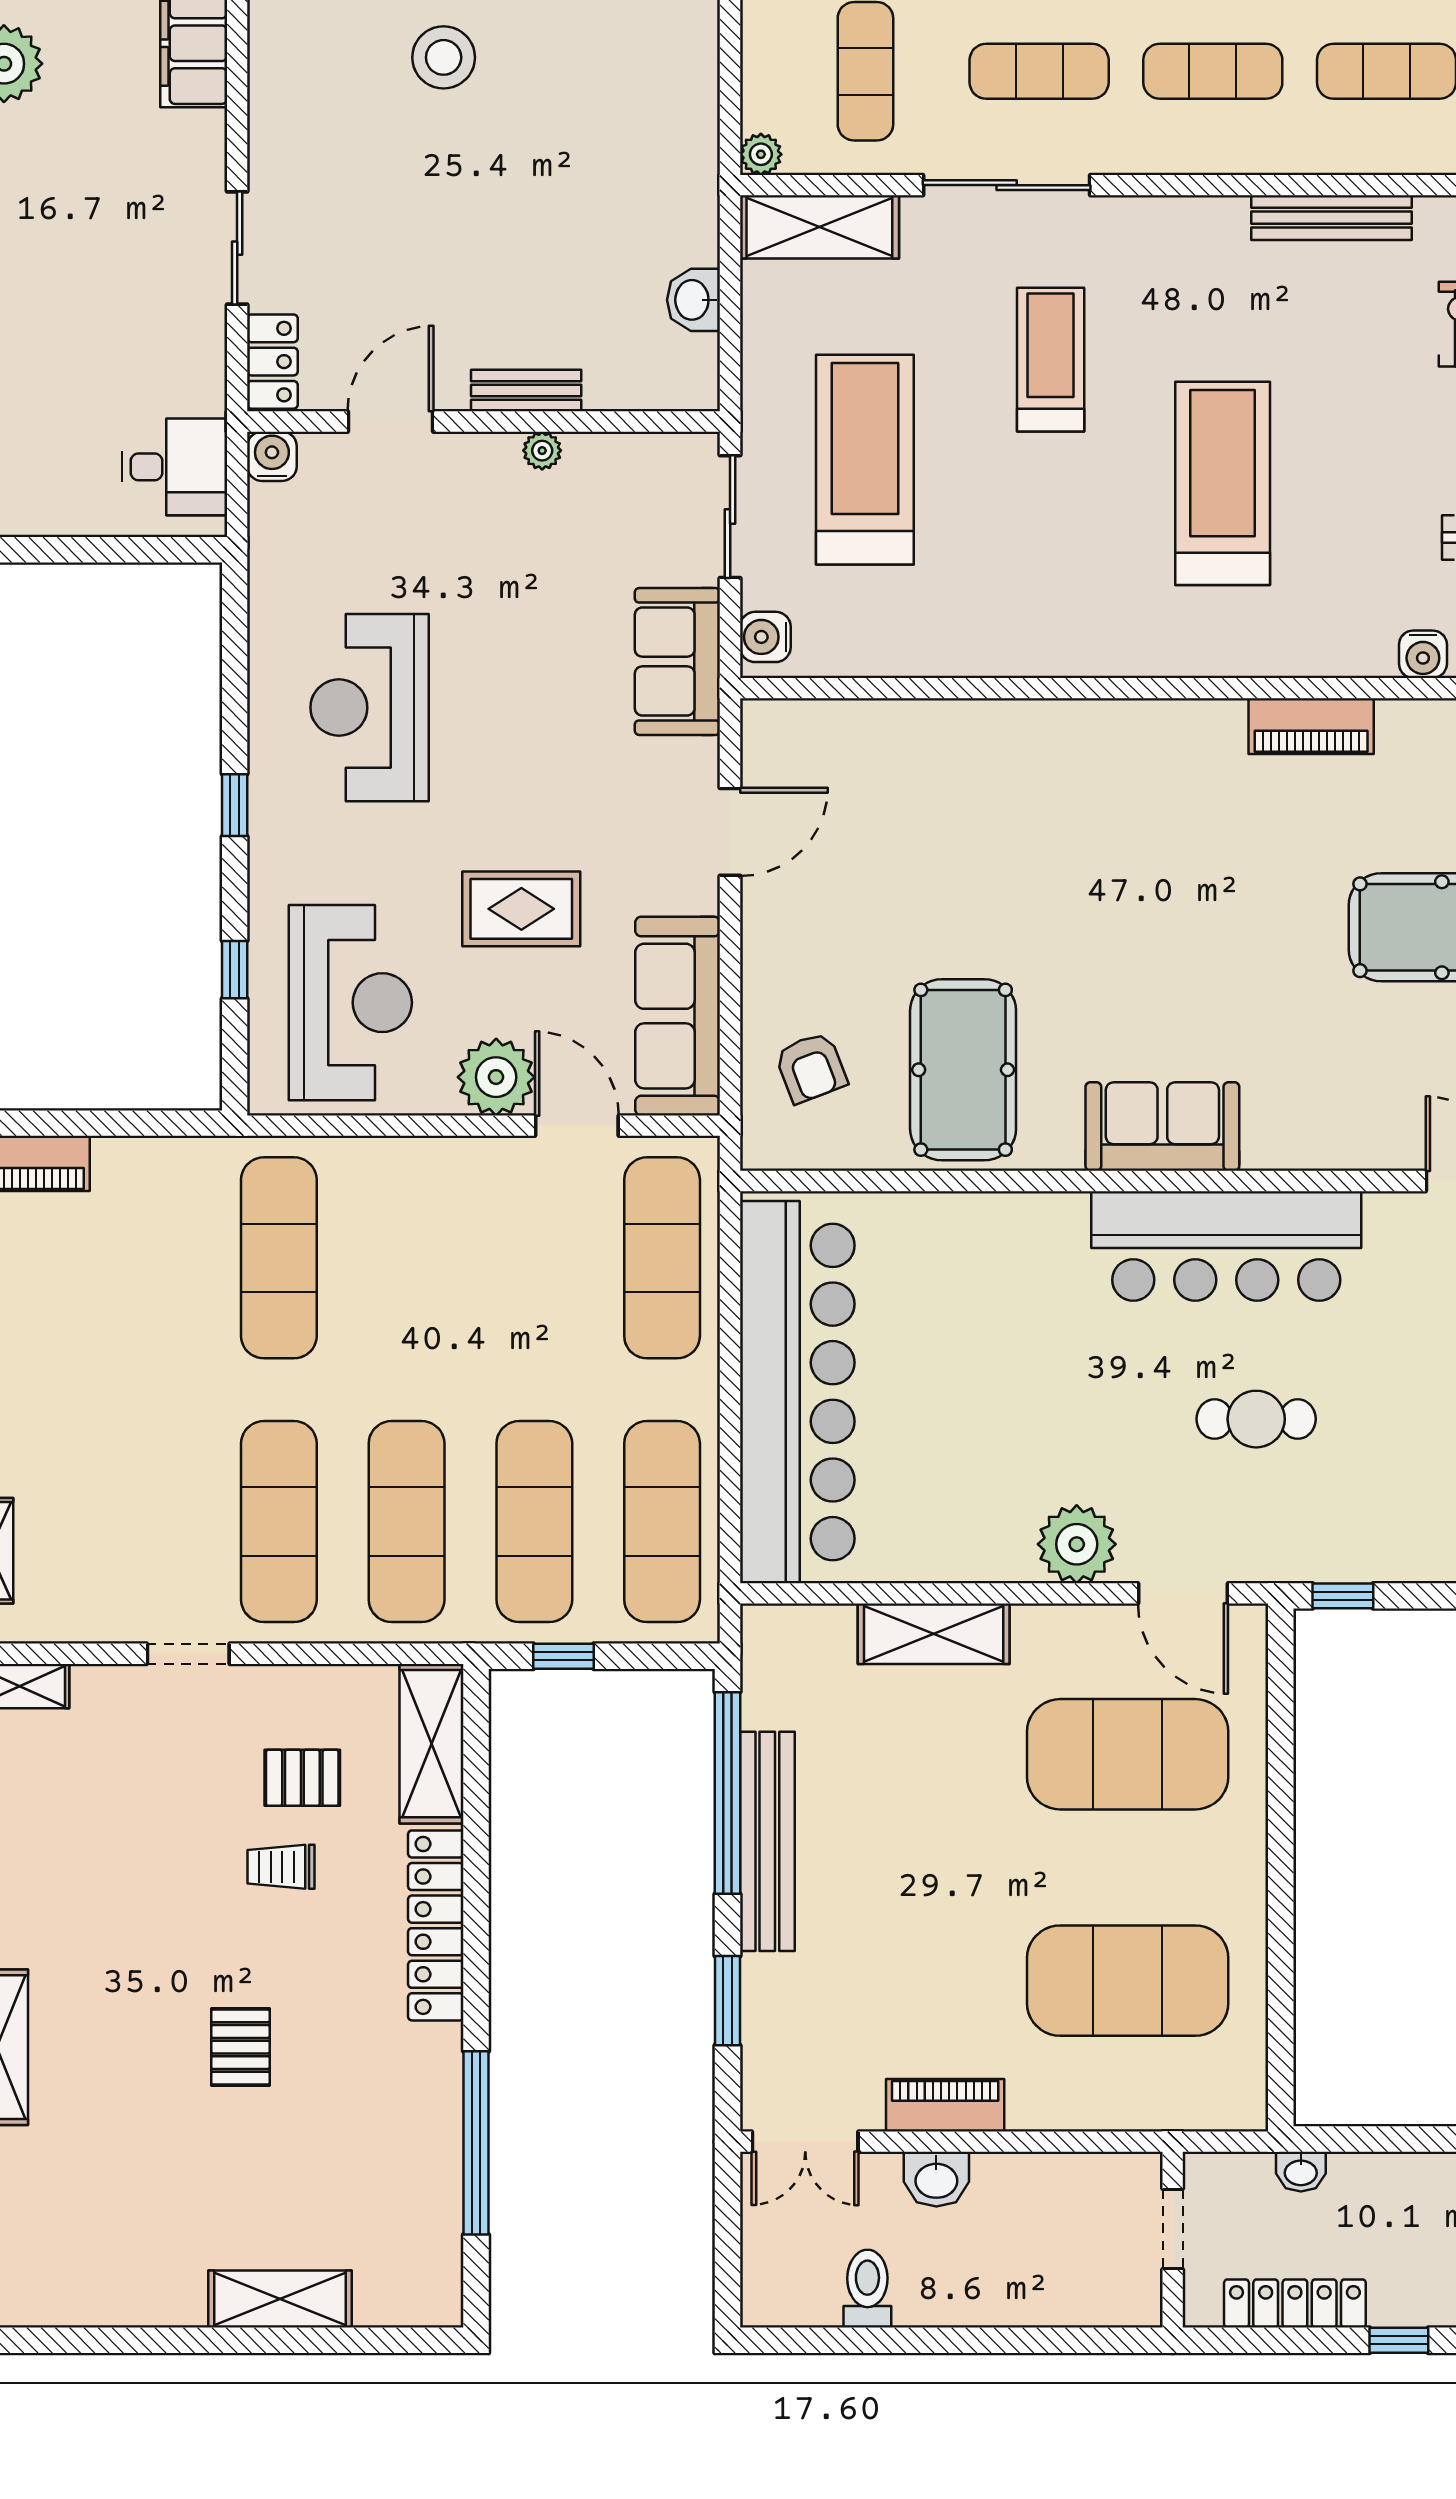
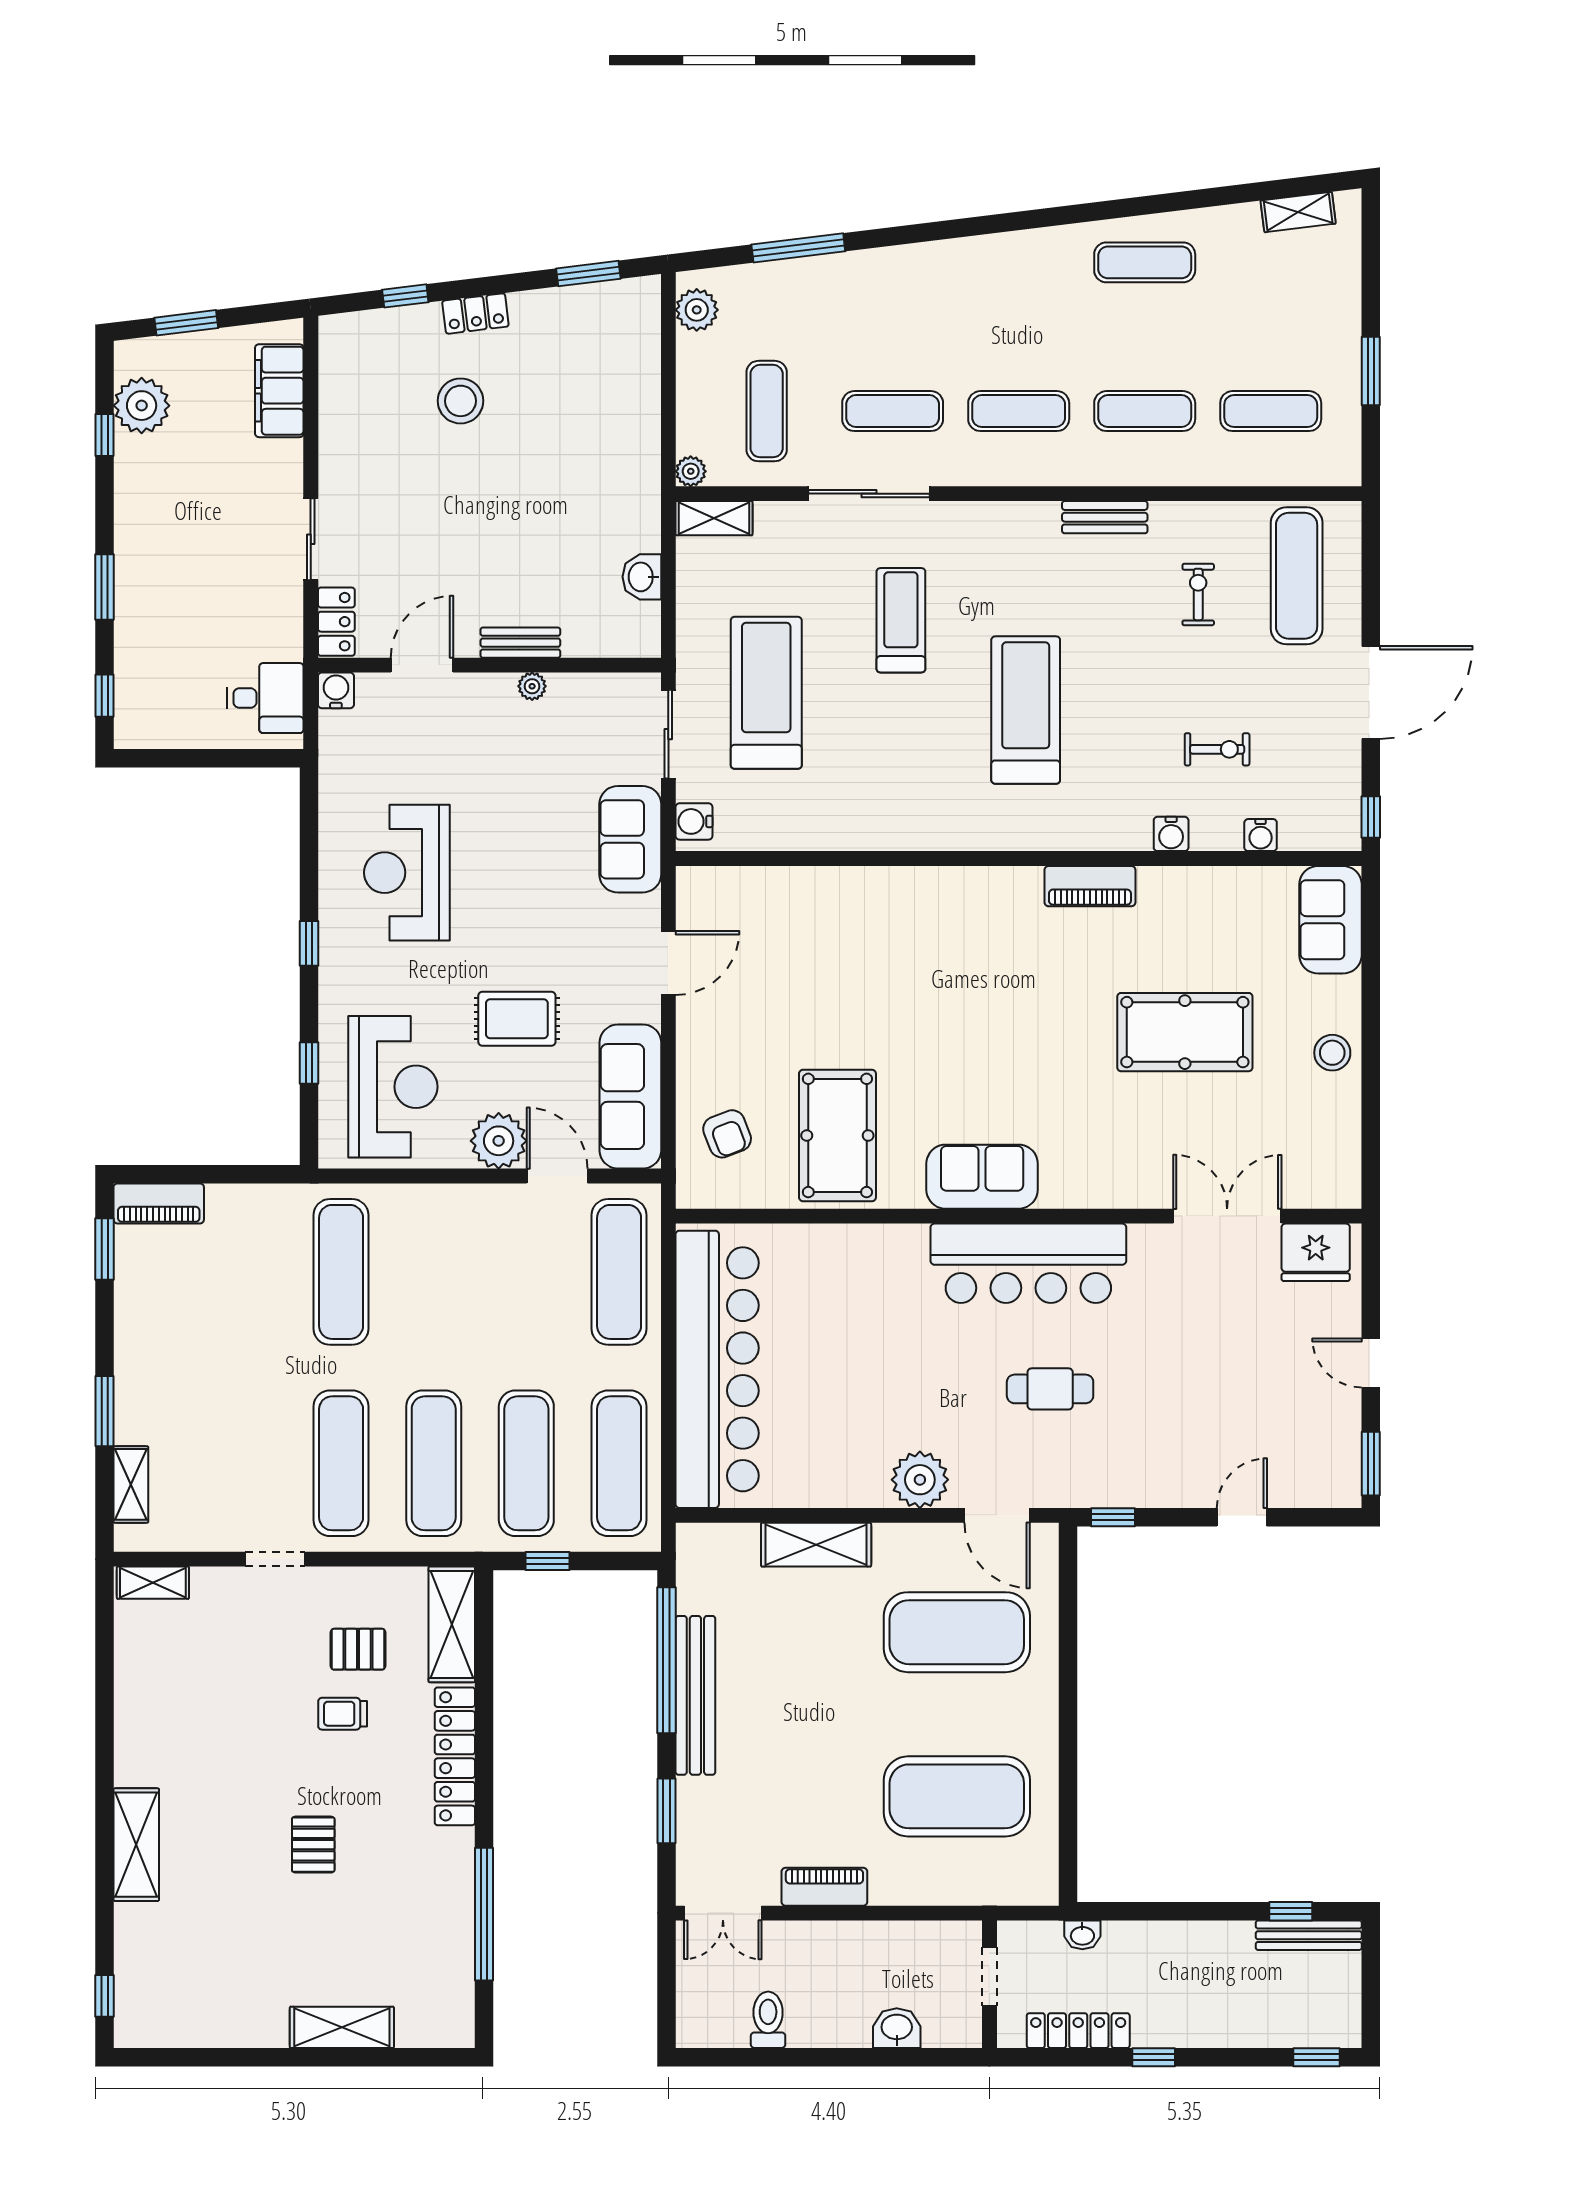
bench: (1331, 218) -> (1105, 517), width x0.73
shelving: (819, 227) -> (714, 518), width x0.67, depth x0.75
washbasin: (936, 2179) -> (897, 2028), moved, turned 180

